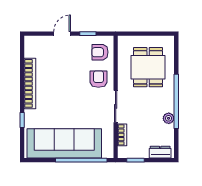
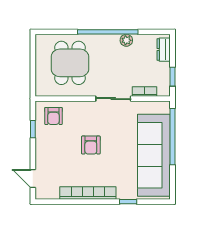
door: (62, 34) -> (33, 179), moved
dining table: (148, 67) -> (70, 63), turned 90
armchair: (98, 79) -> (91, 145), moved, turned -90

